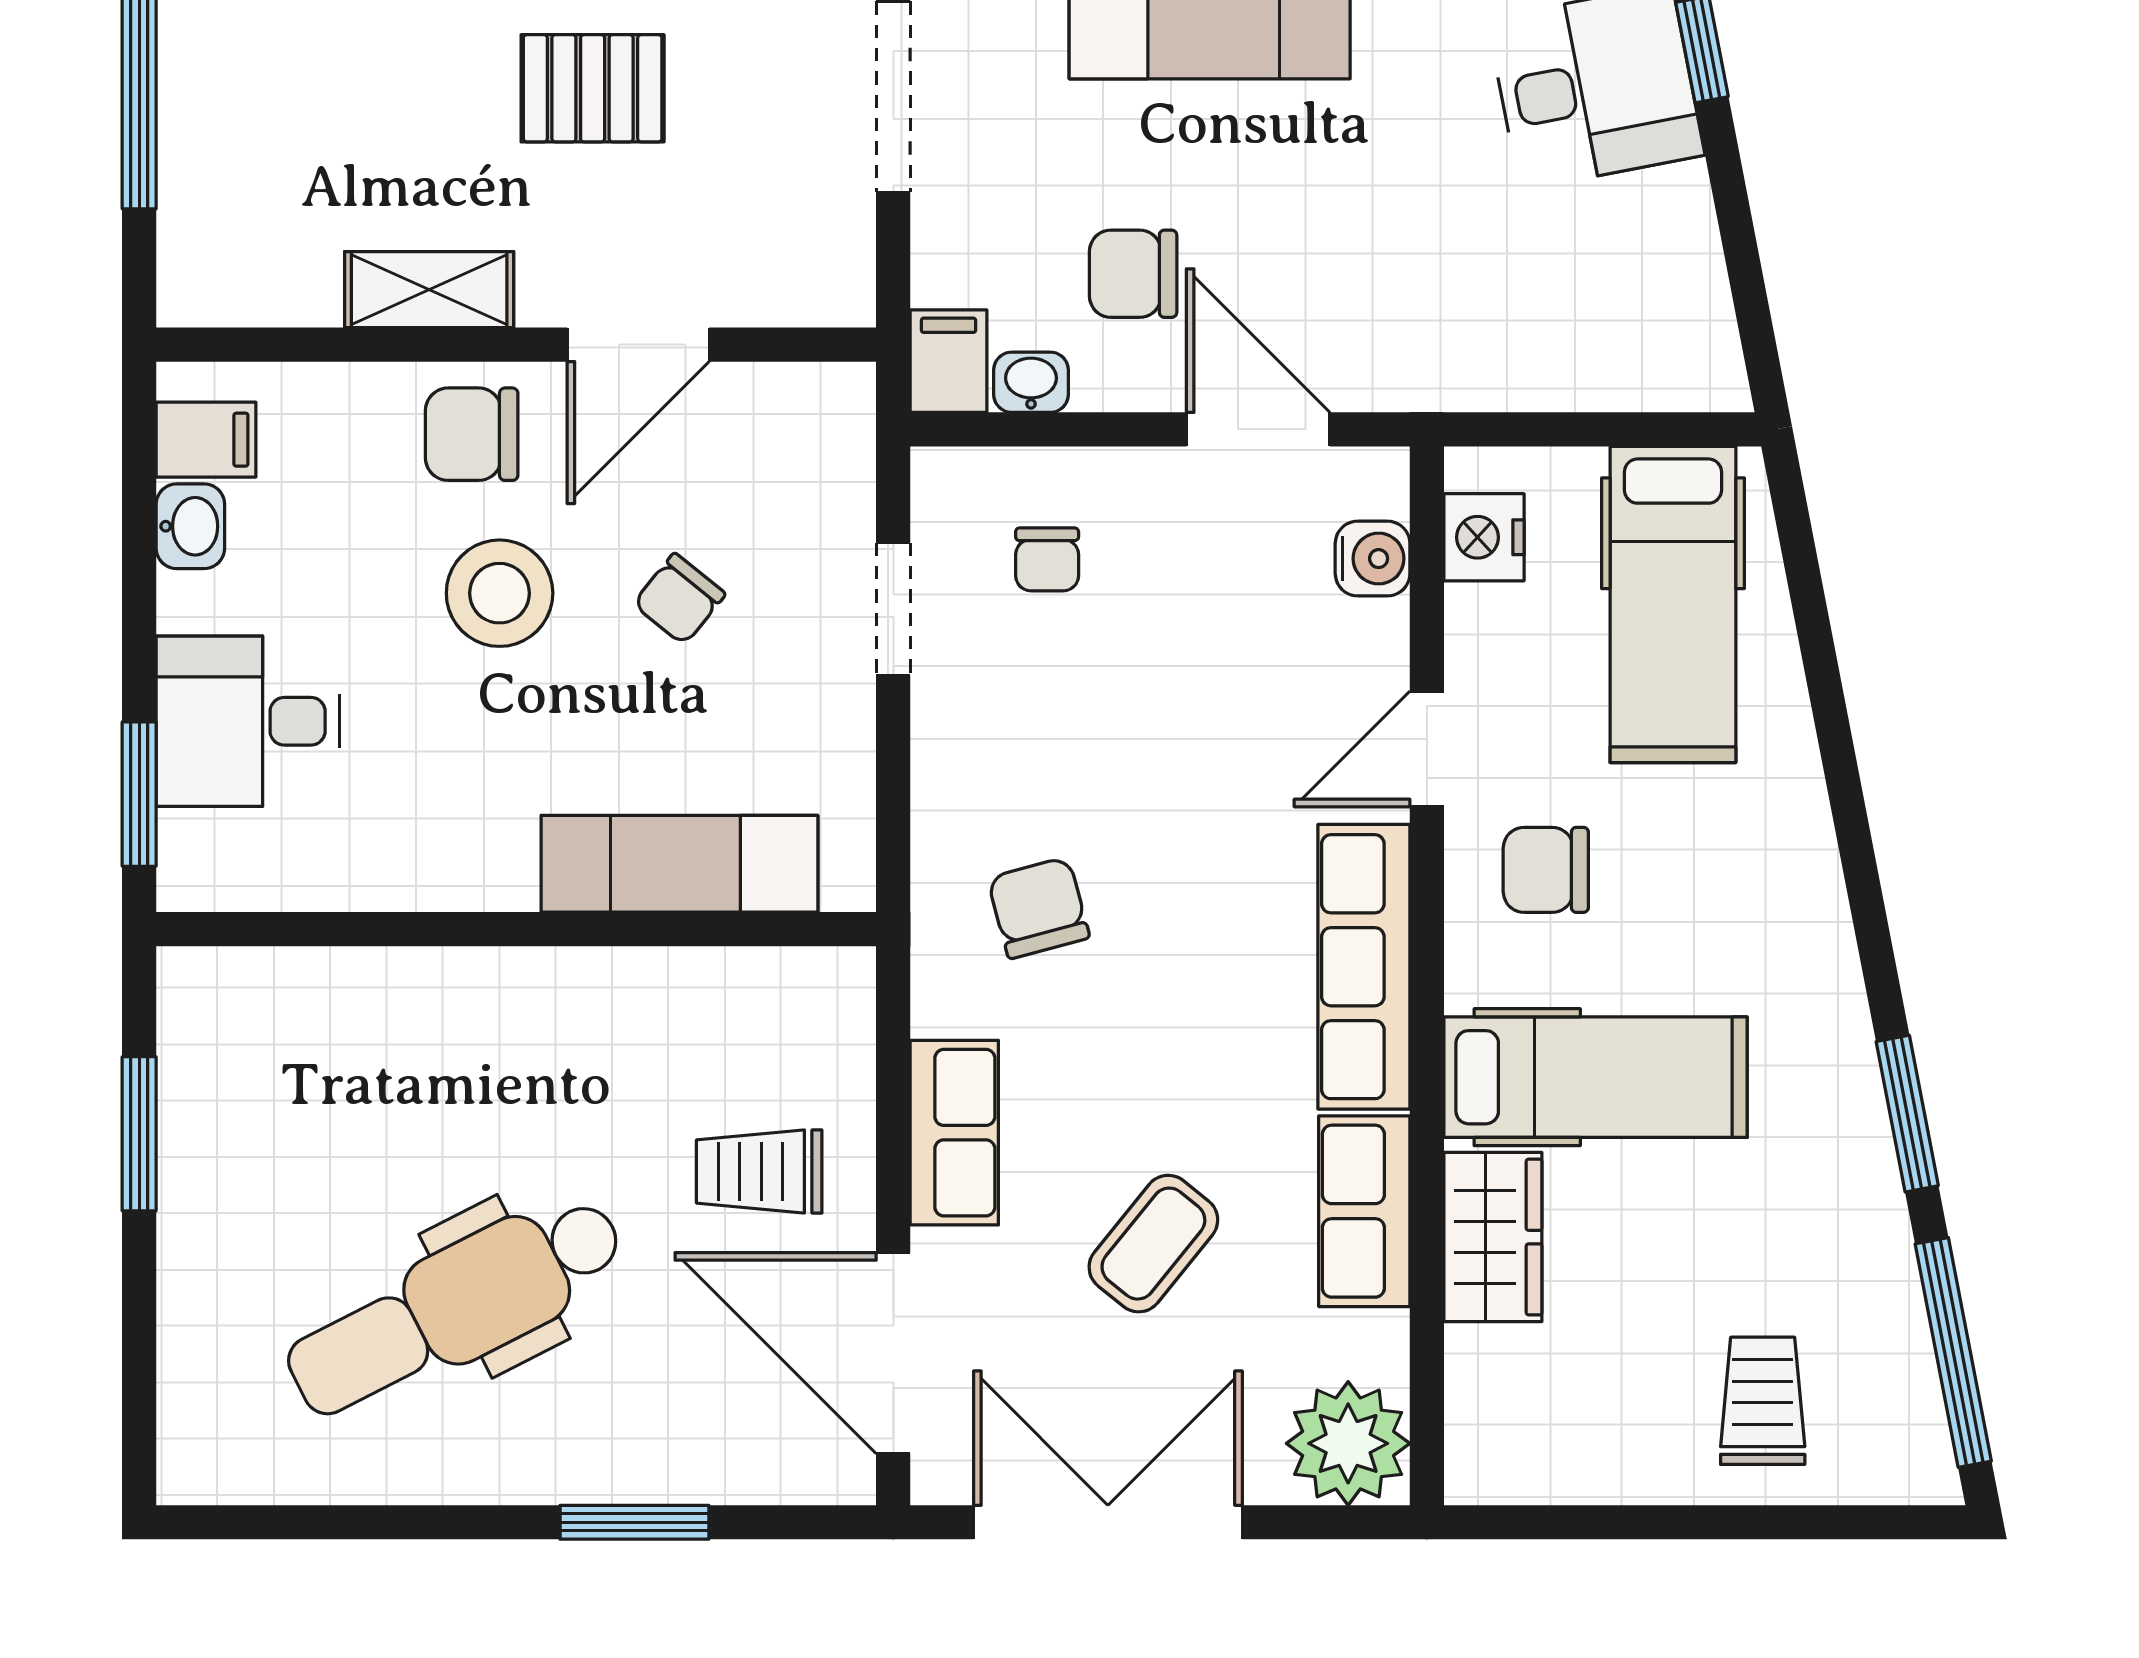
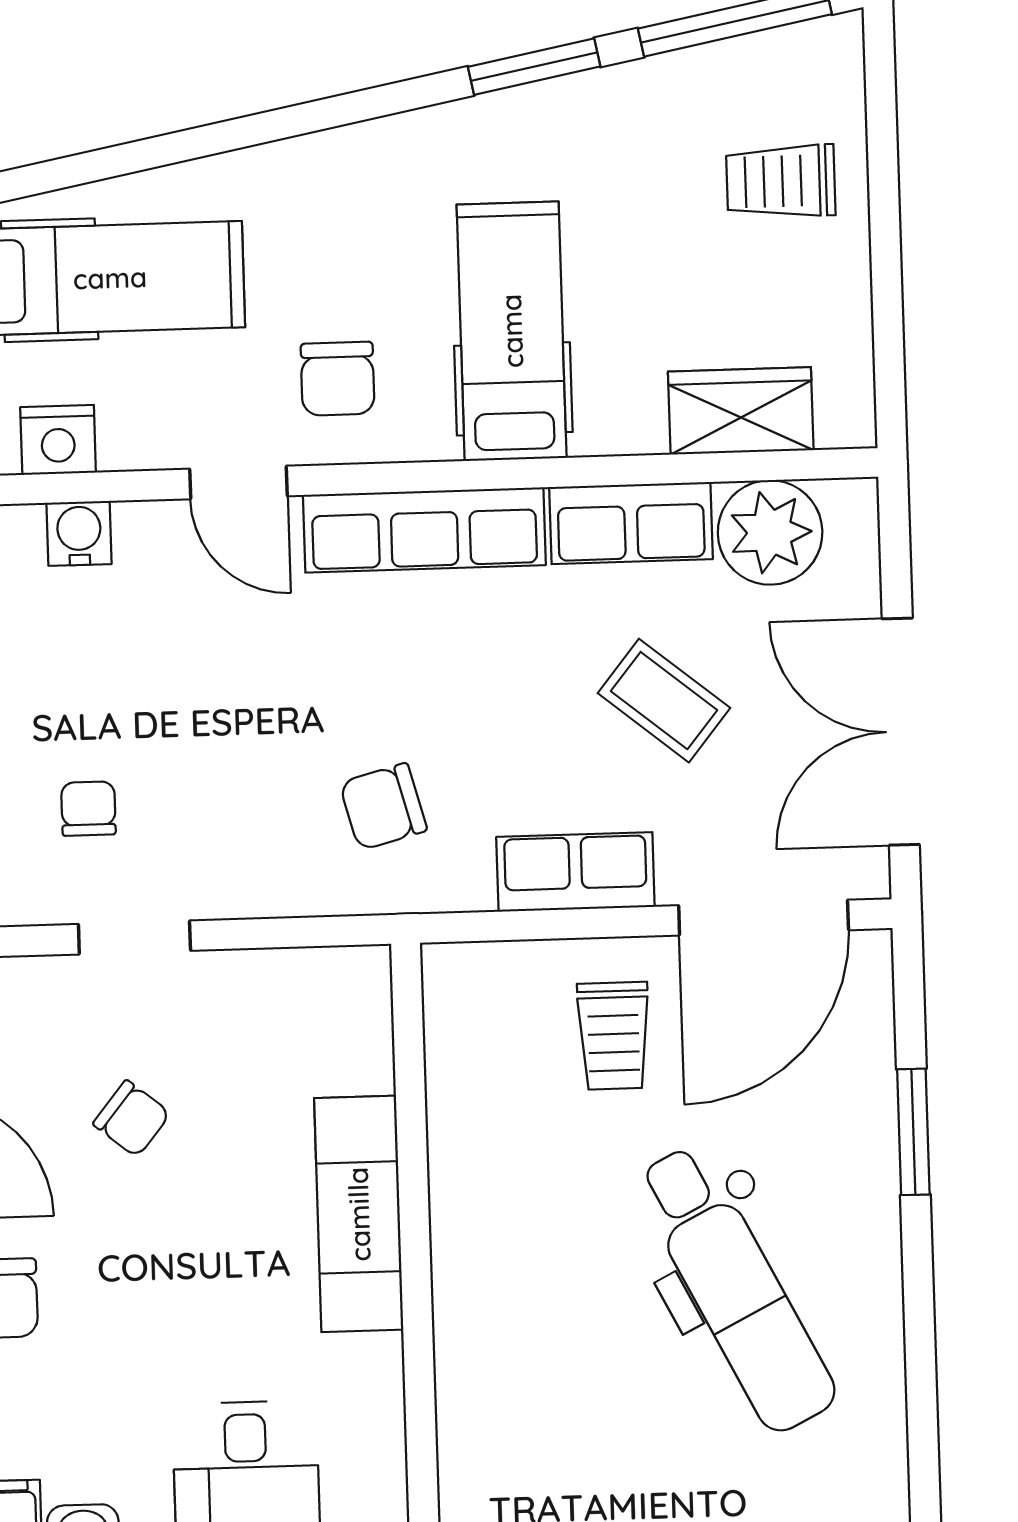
chair: (1047, 559) -> (88, 809), turned -90
stool: (500, 593) -> (131, 1271), removed
exam couch: (679, 864) -> (359, 1214), moved
wardrobe: (1493, 1237) -> (741, 411), moved
plant: (1348, 1443) -> (770, 532), moved

